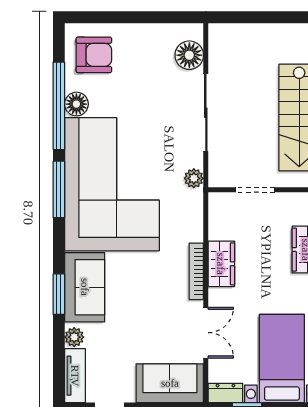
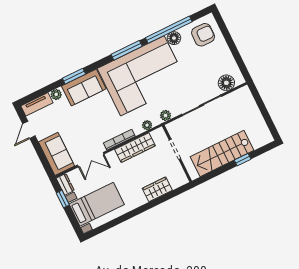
armchair: (94, 55) -> (203, 35), turned -89
plant: (195, 215) -> (147, 125), added
wardrobe: (221, 264) -> (135, 148), width x1.50

